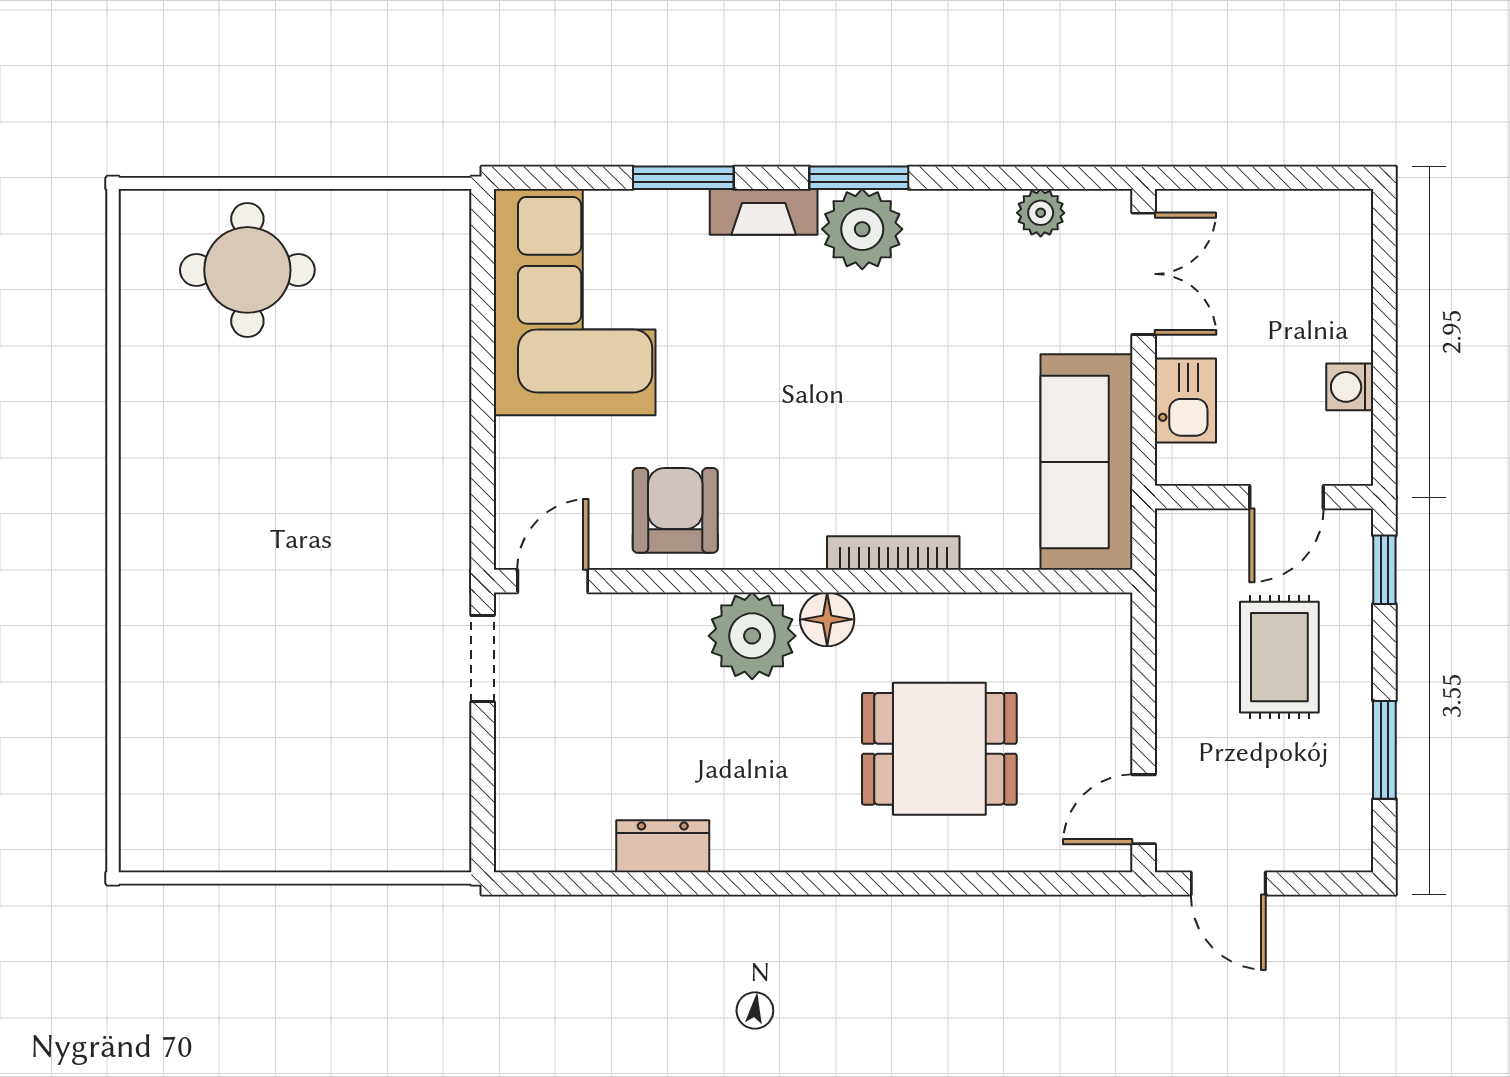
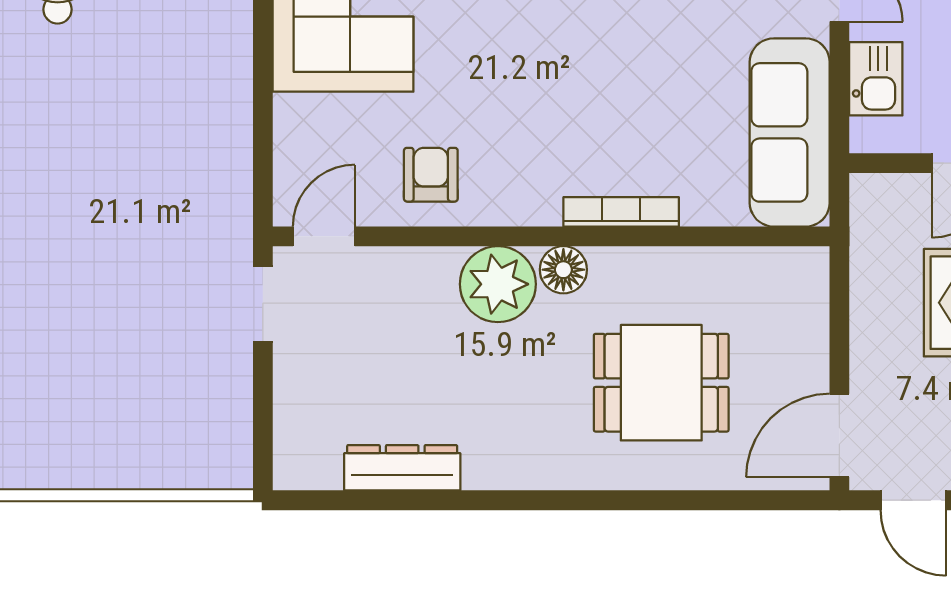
armchair: (675, 510) -> (431, 175), width x0.72, depth x0.72
door: (1144, 809) -> (839, 435), width x1.37
dresser: (663, 846) -> (402, 468), width x1.44

